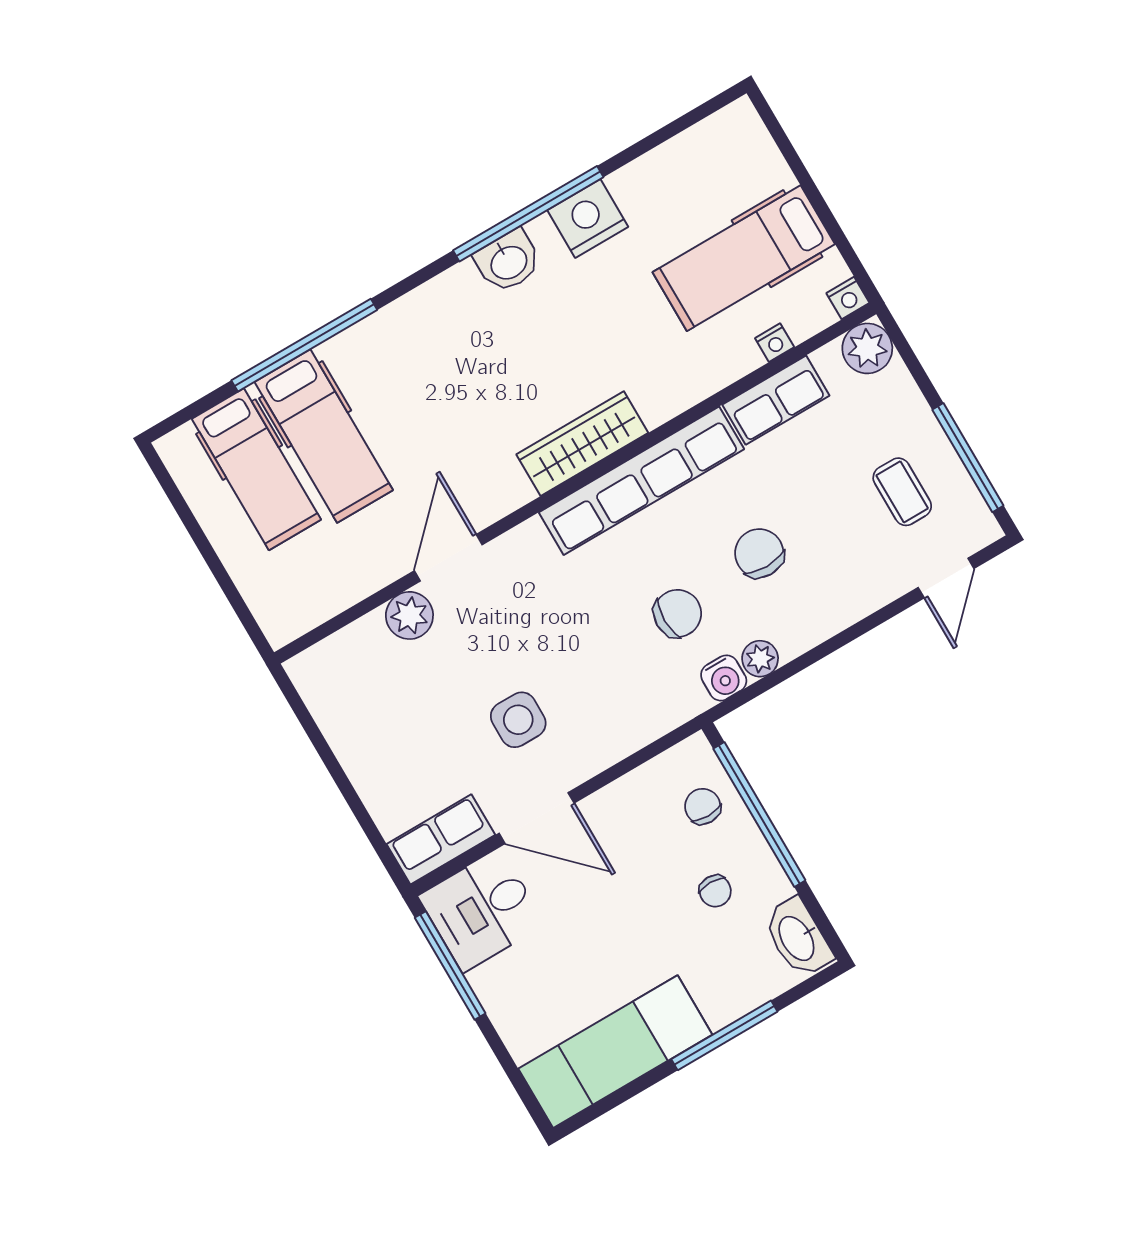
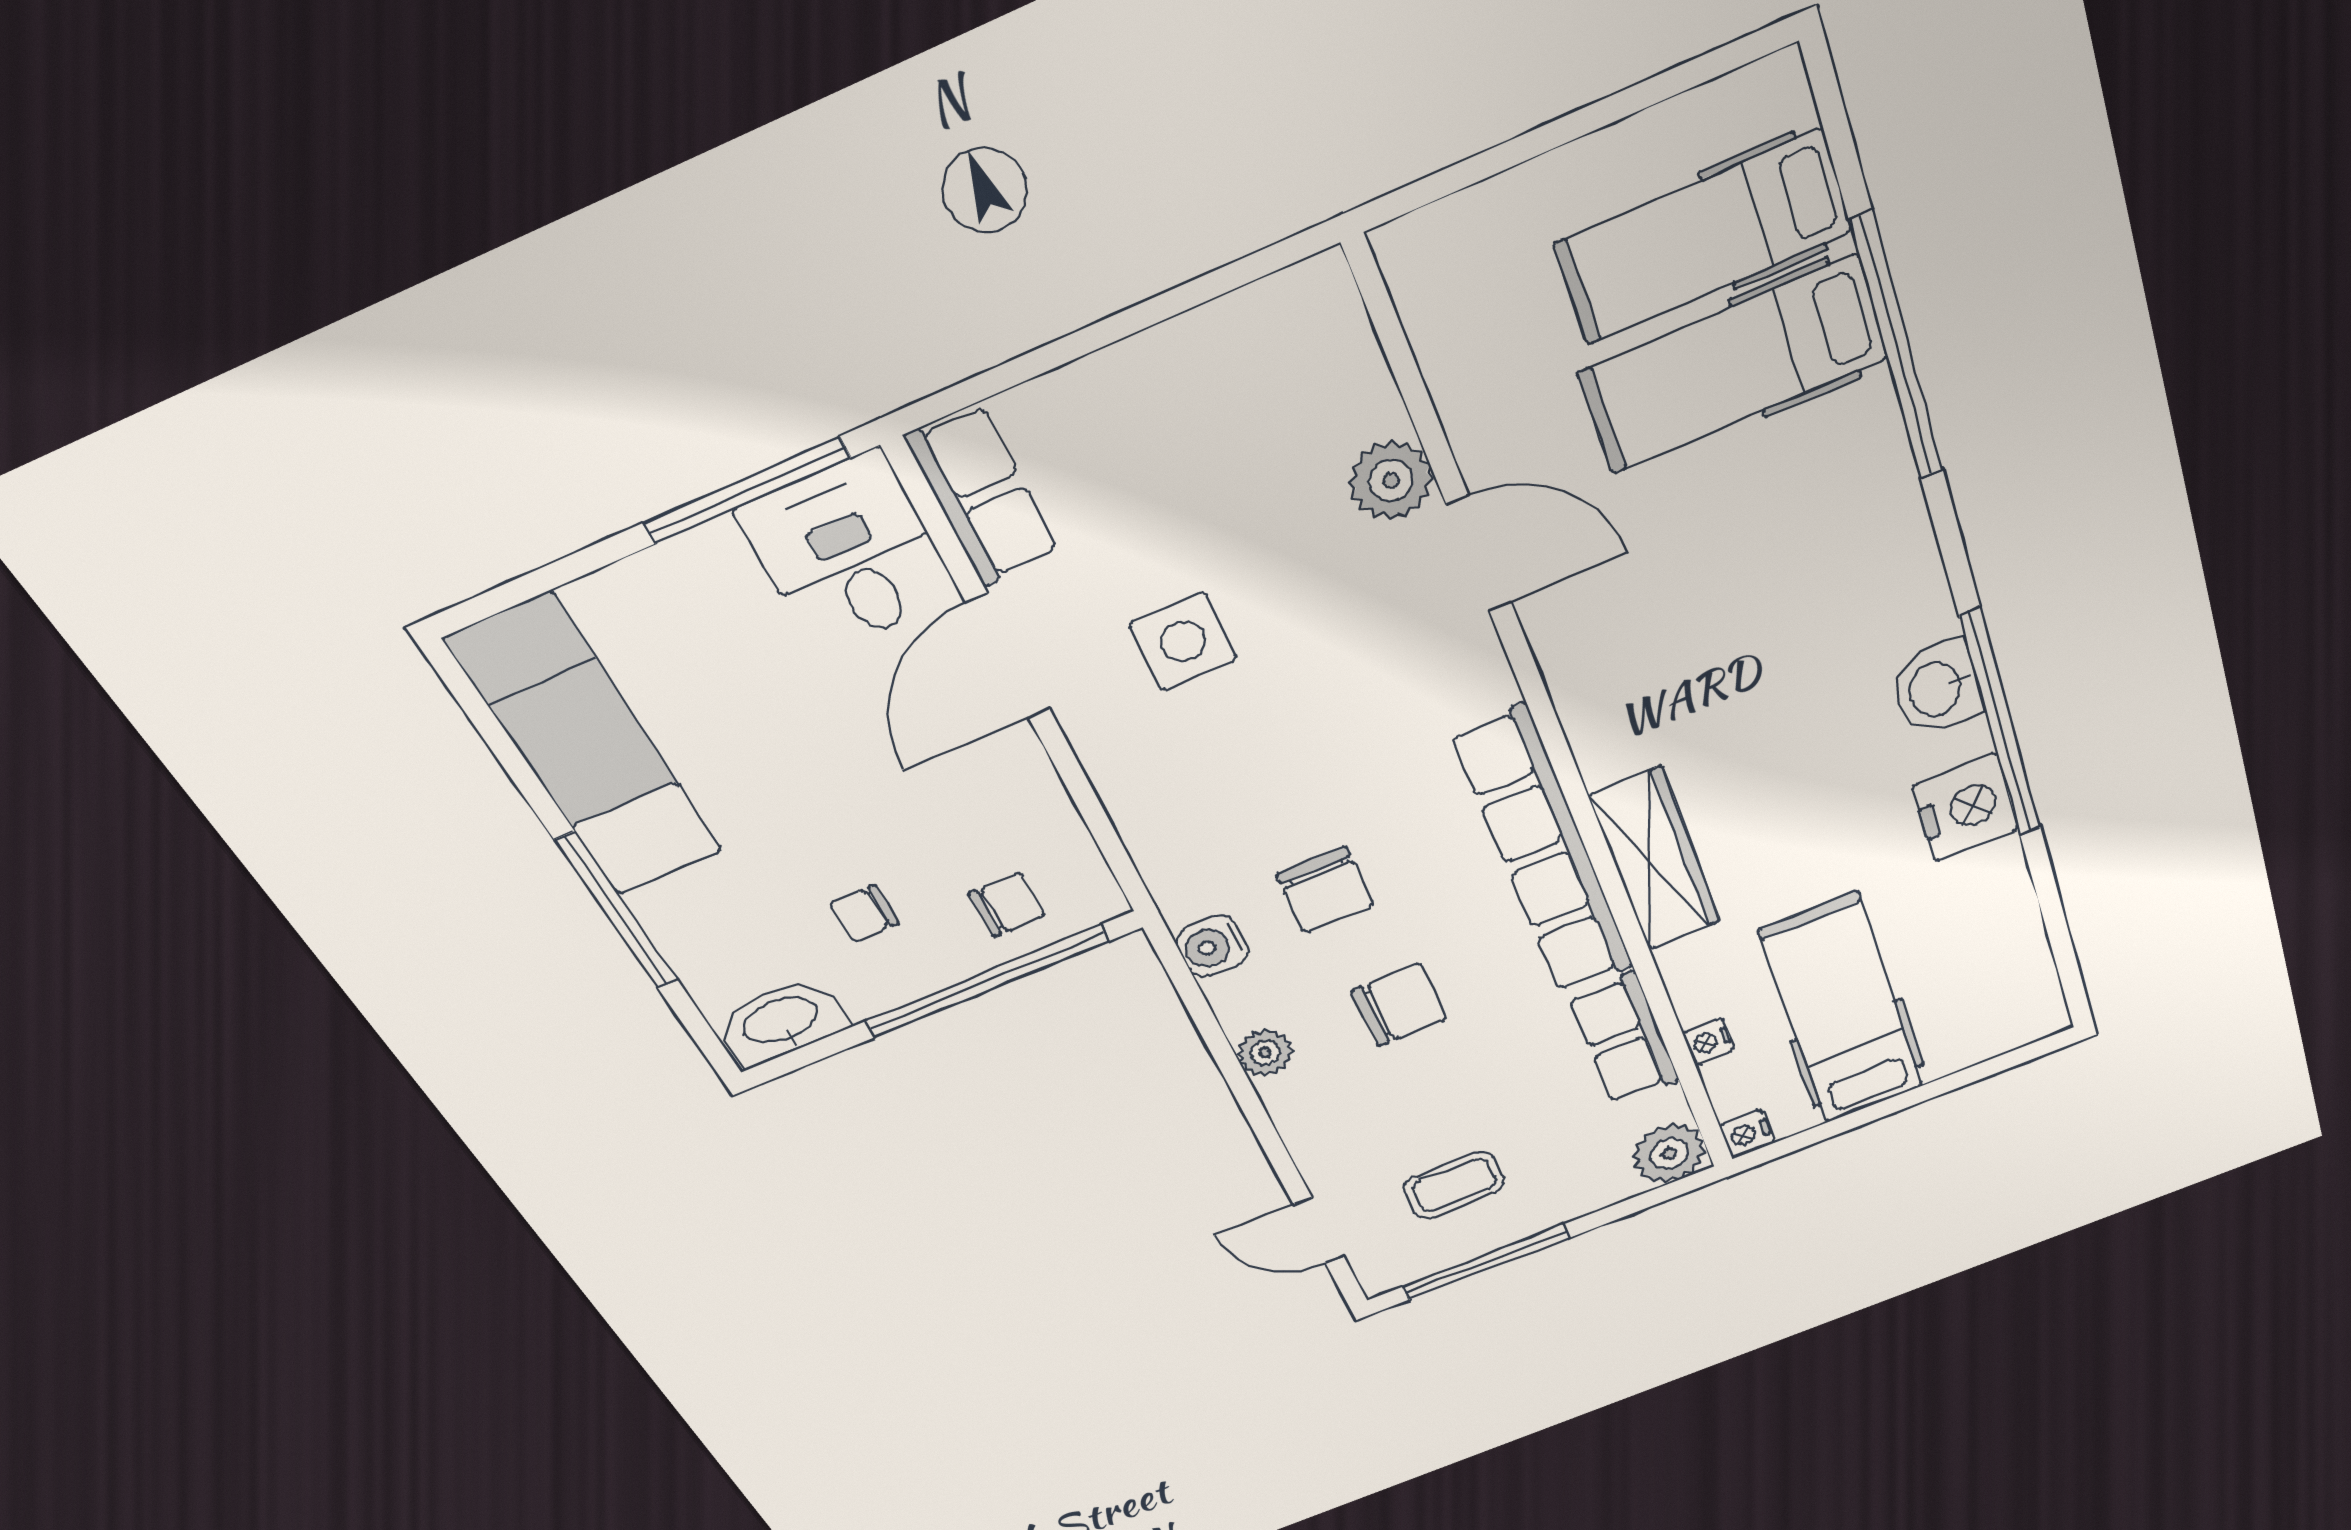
wardrobe: (582, 444) -> (1655, 859), moved
plant: (760, 659) -> (1265, 1053), moved

